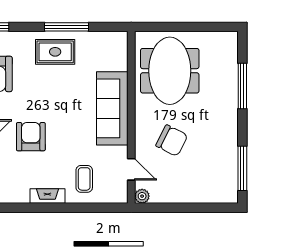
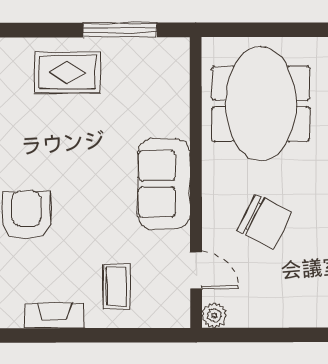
window: (66, 27) -> (120, 30), moved
sofa: (112, 108) -> (164, 184), width x0.73

